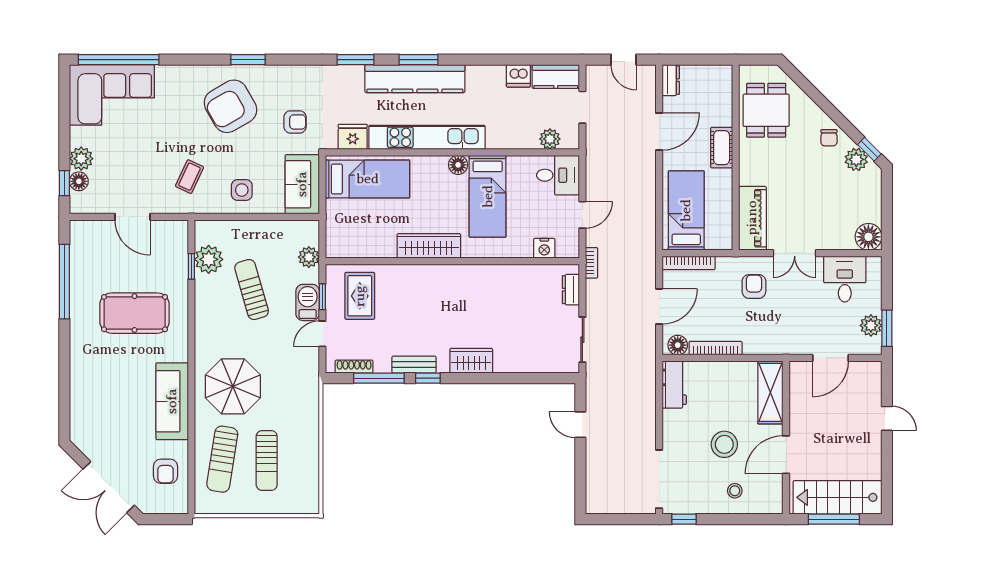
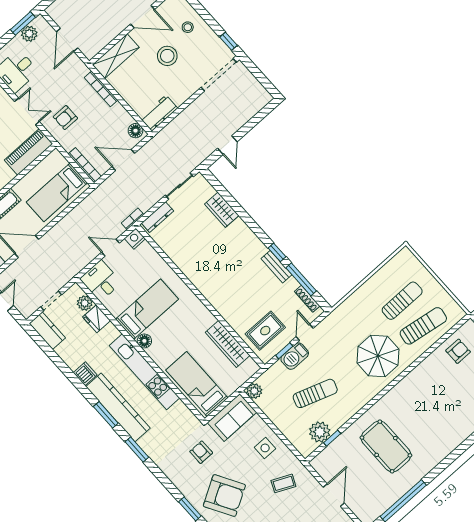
dishwasher: (518, 76) -> (85, 374), moved
fridge: (353, 137) -> (97, 319), moved
wardrobe: (429, 246) -> (228, 344), moved
nightstand: (544, 248) -> (135, 239), moved, turned -90
plant: (309, 257) -> (254, 391), moved
sun lounger: (252, 290) -> (315, 393), turned -145
dresser: (571, 290) -> (158, 217), width x1.44
door: (322, 334) -> (305, 332), swing flipped
bookcase: (716, 348) -> (101, 89), moved
door: (831, 358) -> (67, 40), swing flipped
wardrobe: (471, 361) -> (222, 210), moved
sofa: (172, 401) -> (416, 382), removed

